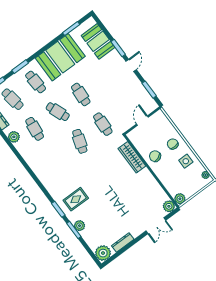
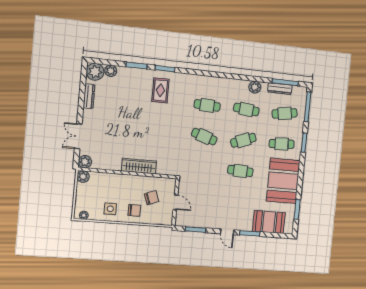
cafe table: (103, 124) -> (207, 105), moved
chair: (155, 156) -> (152, 198), moved
wardrobe: (132, 157) -> (139, 166), moved
plant: (80, 226) -> (111, 71), moved

